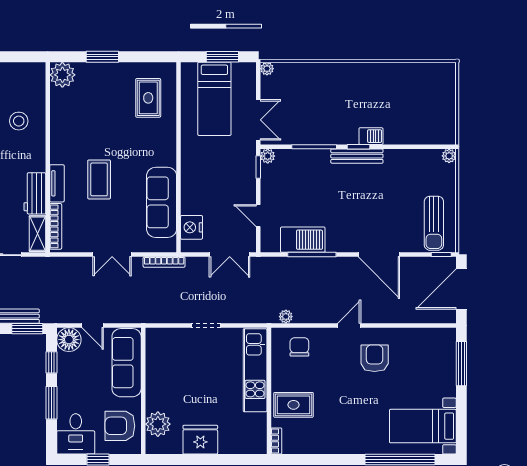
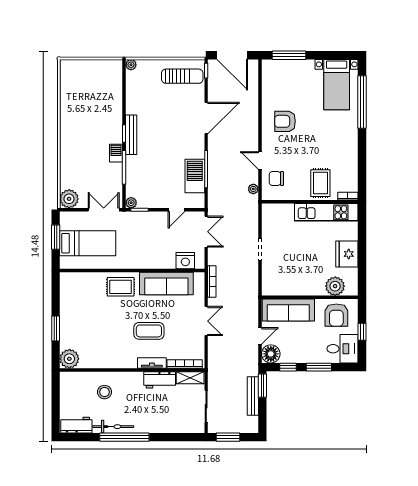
plant: (267, 69) -> (69, 199), width x1.88, depth x1.88
rug: (148, 98) -> (121, 287), moved
barbecue: (371, 136) -> (116, 153), moved
door: (349, 325) -> (260, 160), moved
kitchen unit: (255, 370) -> (326, 212), moved

